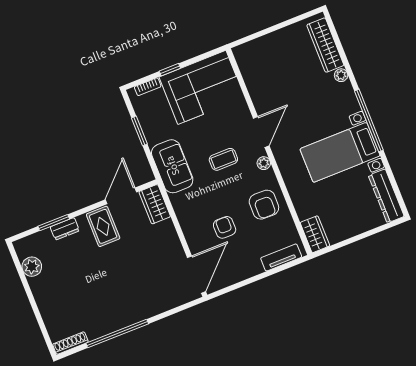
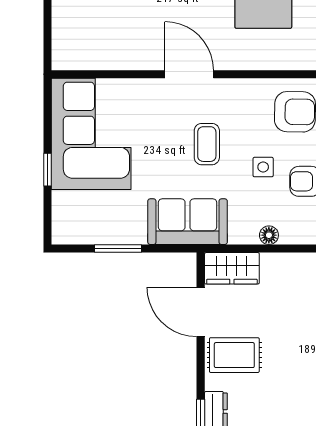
bookcase: (148, 87) -> (59, 211), removed
plant: (264, 163) -> (235, 88), removed
side table: (223, 199) -> (263, 167), added
floor lamp: (183, 219) -> (269, 235), added

